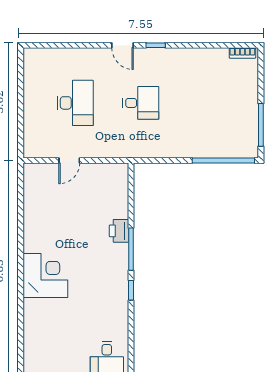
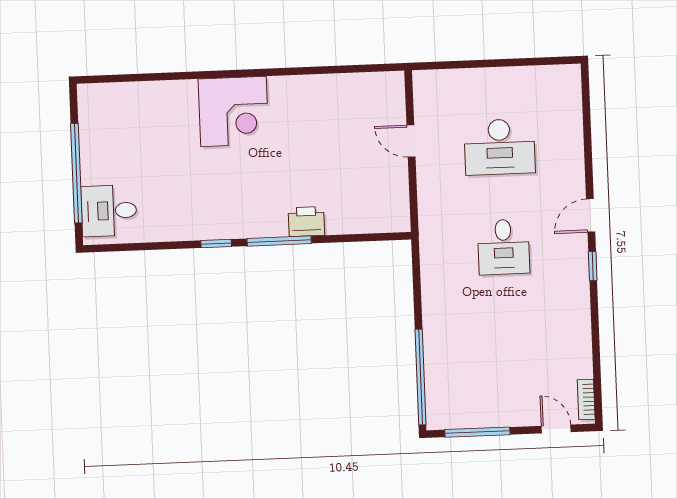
door: (261, 73) -> (556, 429), added

